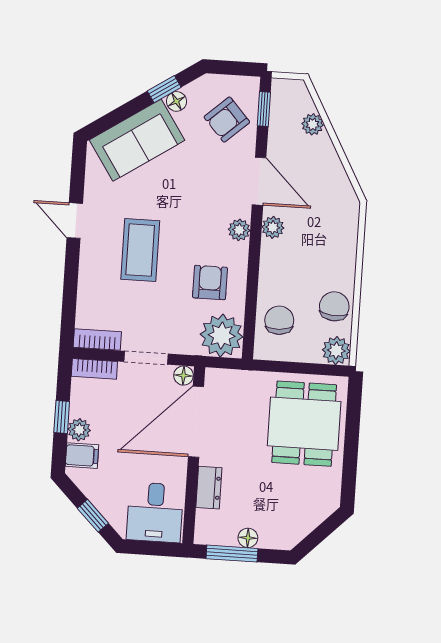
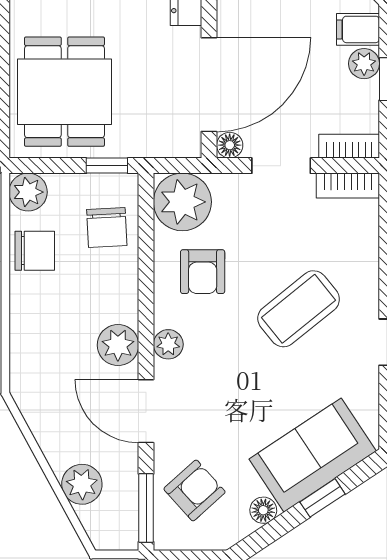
window: (164, 89) -> (323, 498), moved
window: (264, 109) -> (146, 508), width x1.50
plant: (313, 124) -> (82, 484), width x1.38, depth x1.38
plant: (273, 227) -> (118, 345), width x1.38, depth x1.38
coffee table: (140, 250) -> (299, 309), turned 51
chair: (334, 306) -> (35, 251), turned -94
window: (276, 366) -> (107, 166), added

